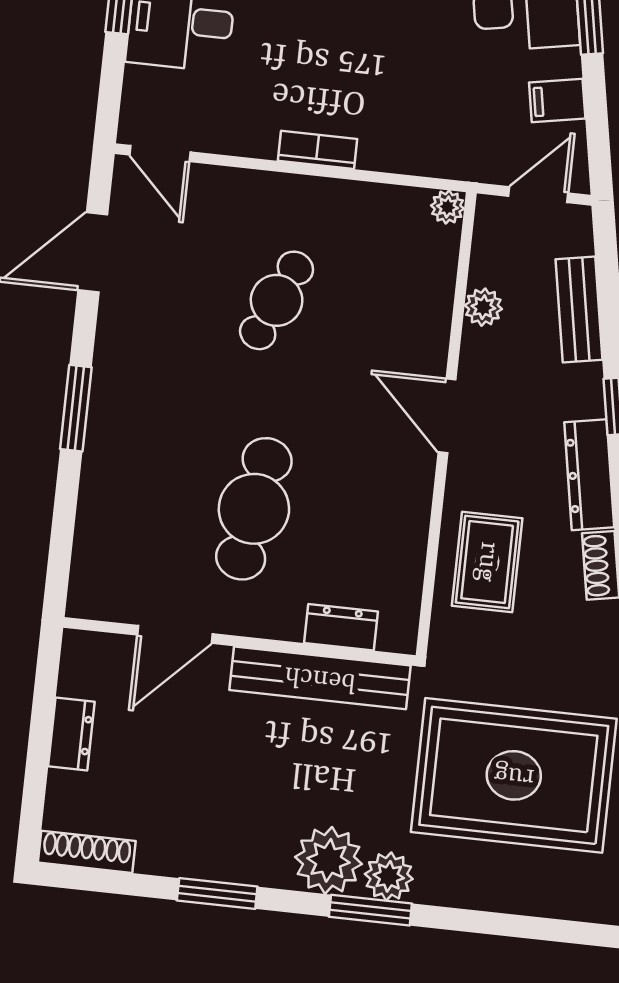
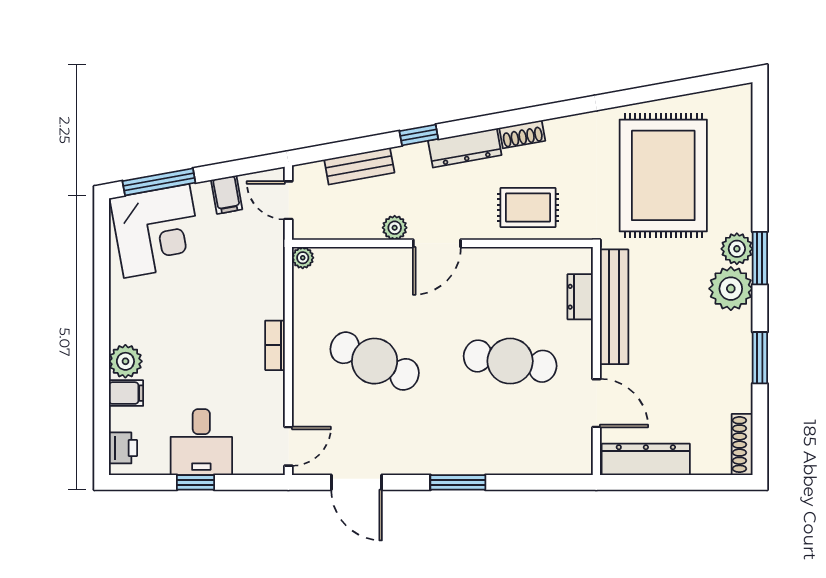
cafe table: (277, 300) -> (375, 361), width x1.37, depth x1.35
plant: (483, 307) -> (395, 228), moved
dresser: (71, 734) -> (646, 459), width x1.96, depth x1.24

